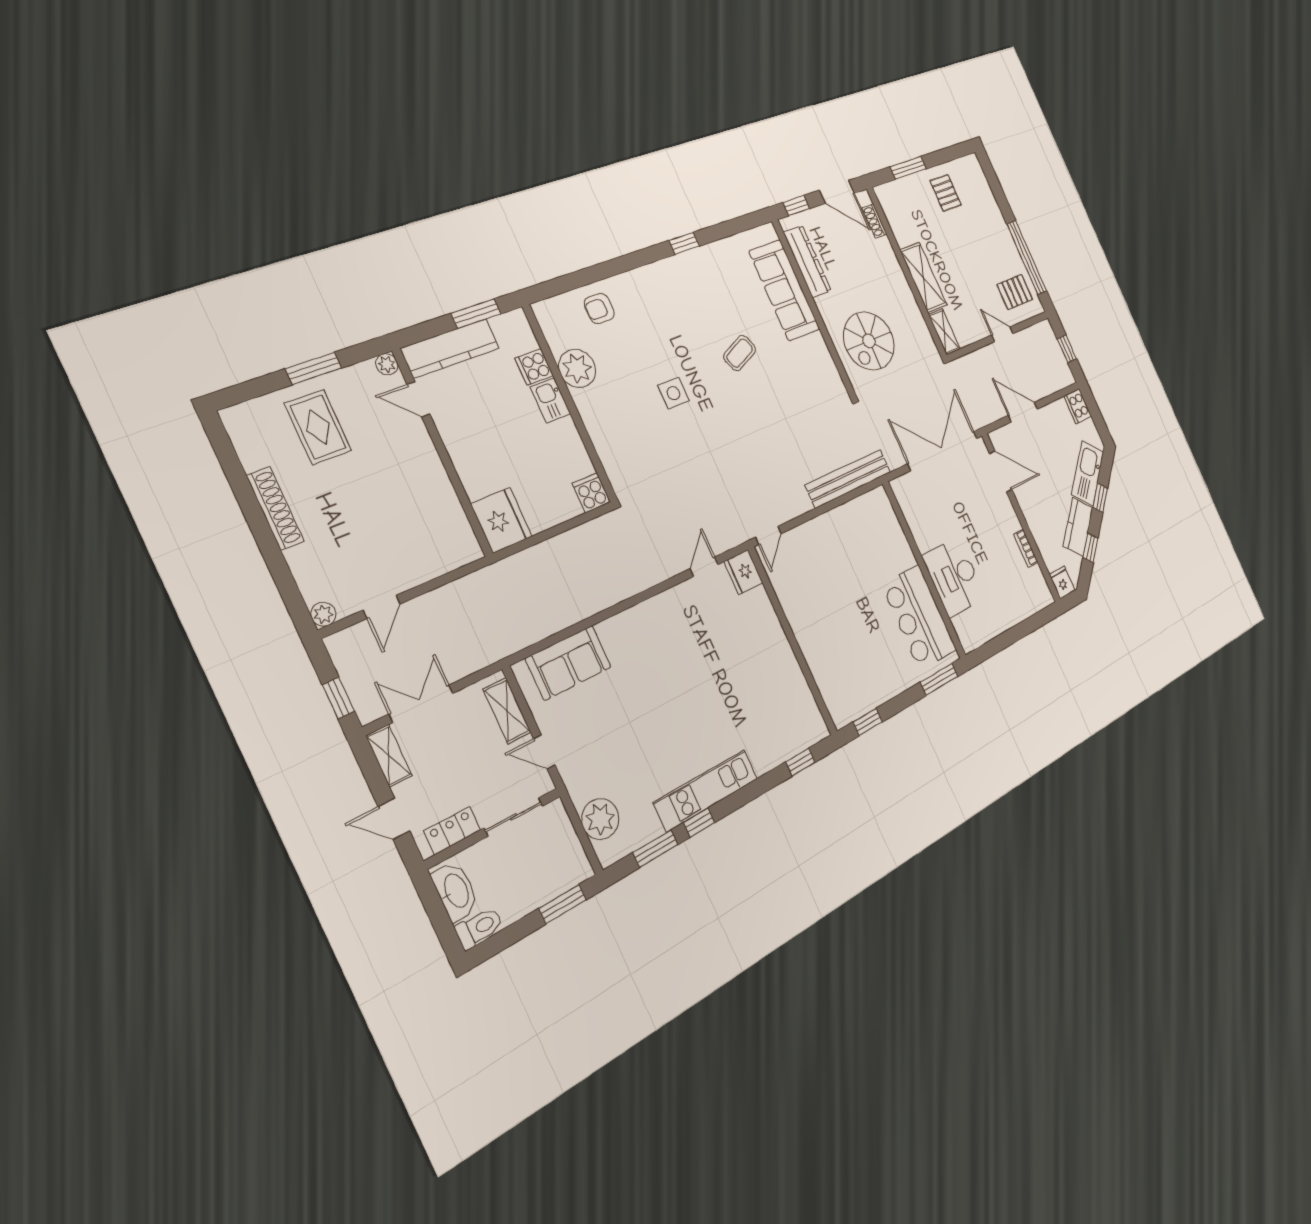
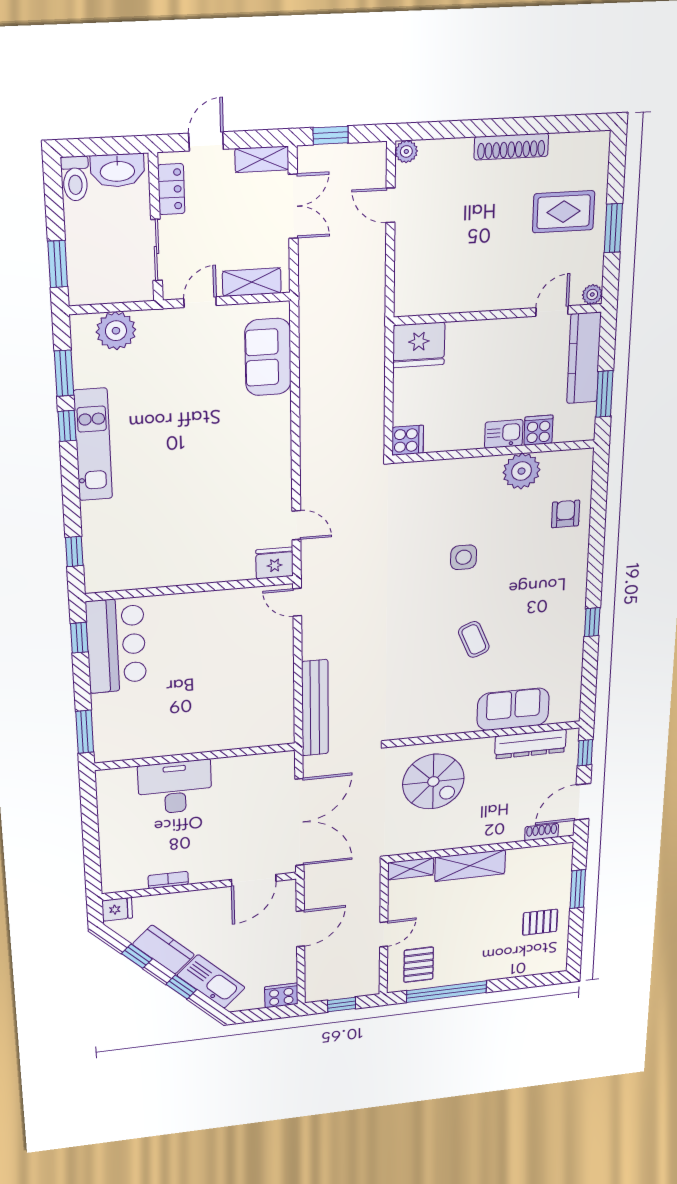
sofa: (784, 290) -> (513, 709), width x0.73
spiral stairs: (869, 341) -> (433, 782), turned 180
bar counter: (919, 618) -> (116, 645), moved, turned 90

